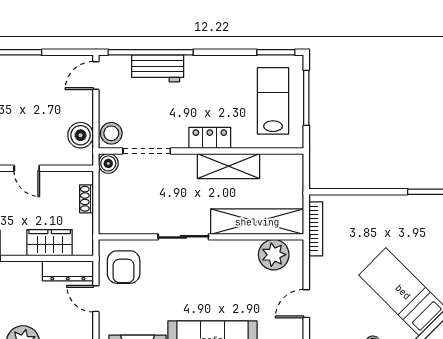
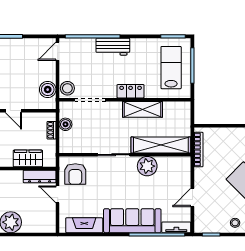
workbench: (158, 68) -> (113, 47), moved
boiler: (108, 163) -> (65, 124), moved
plant: (274, 255) -> (147, 166), moved

